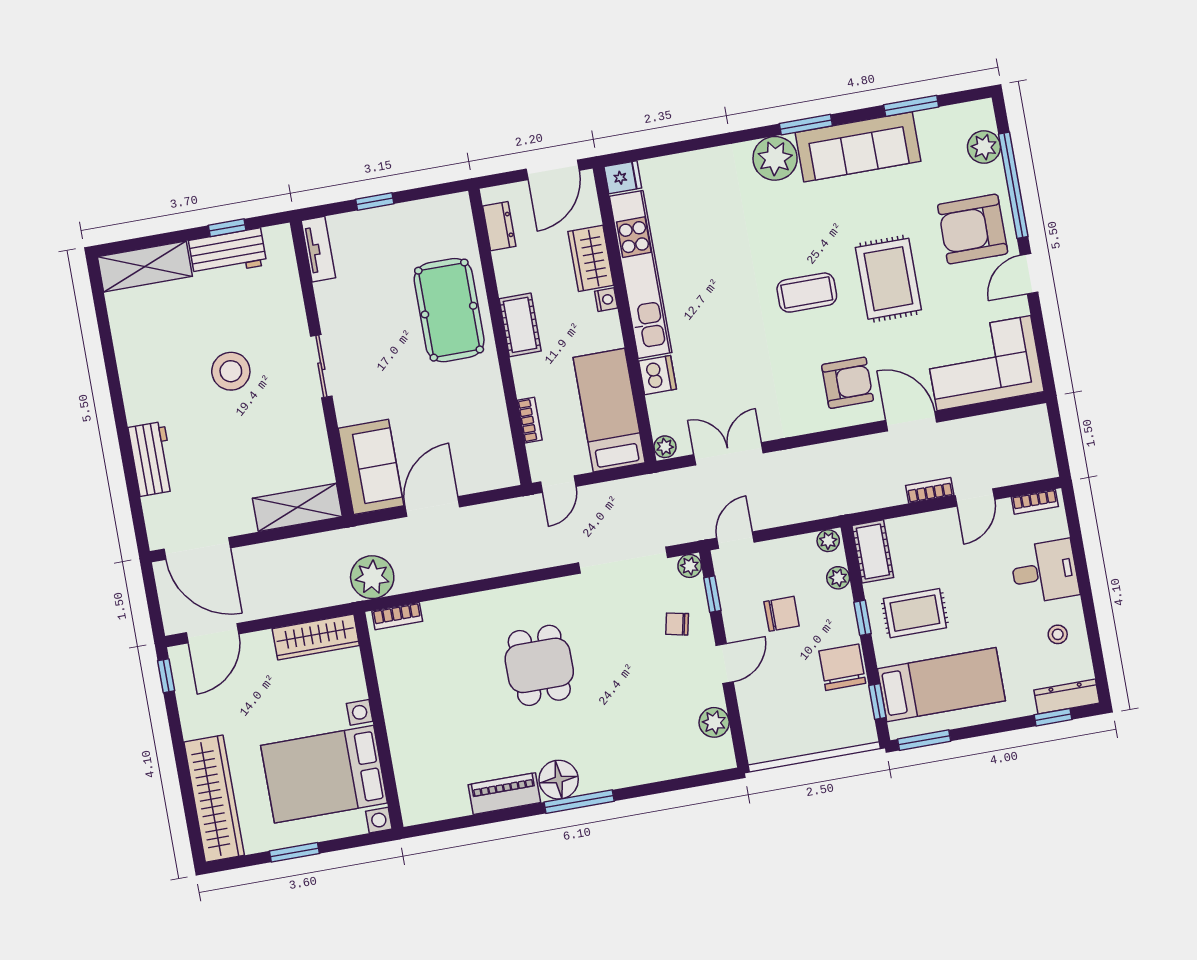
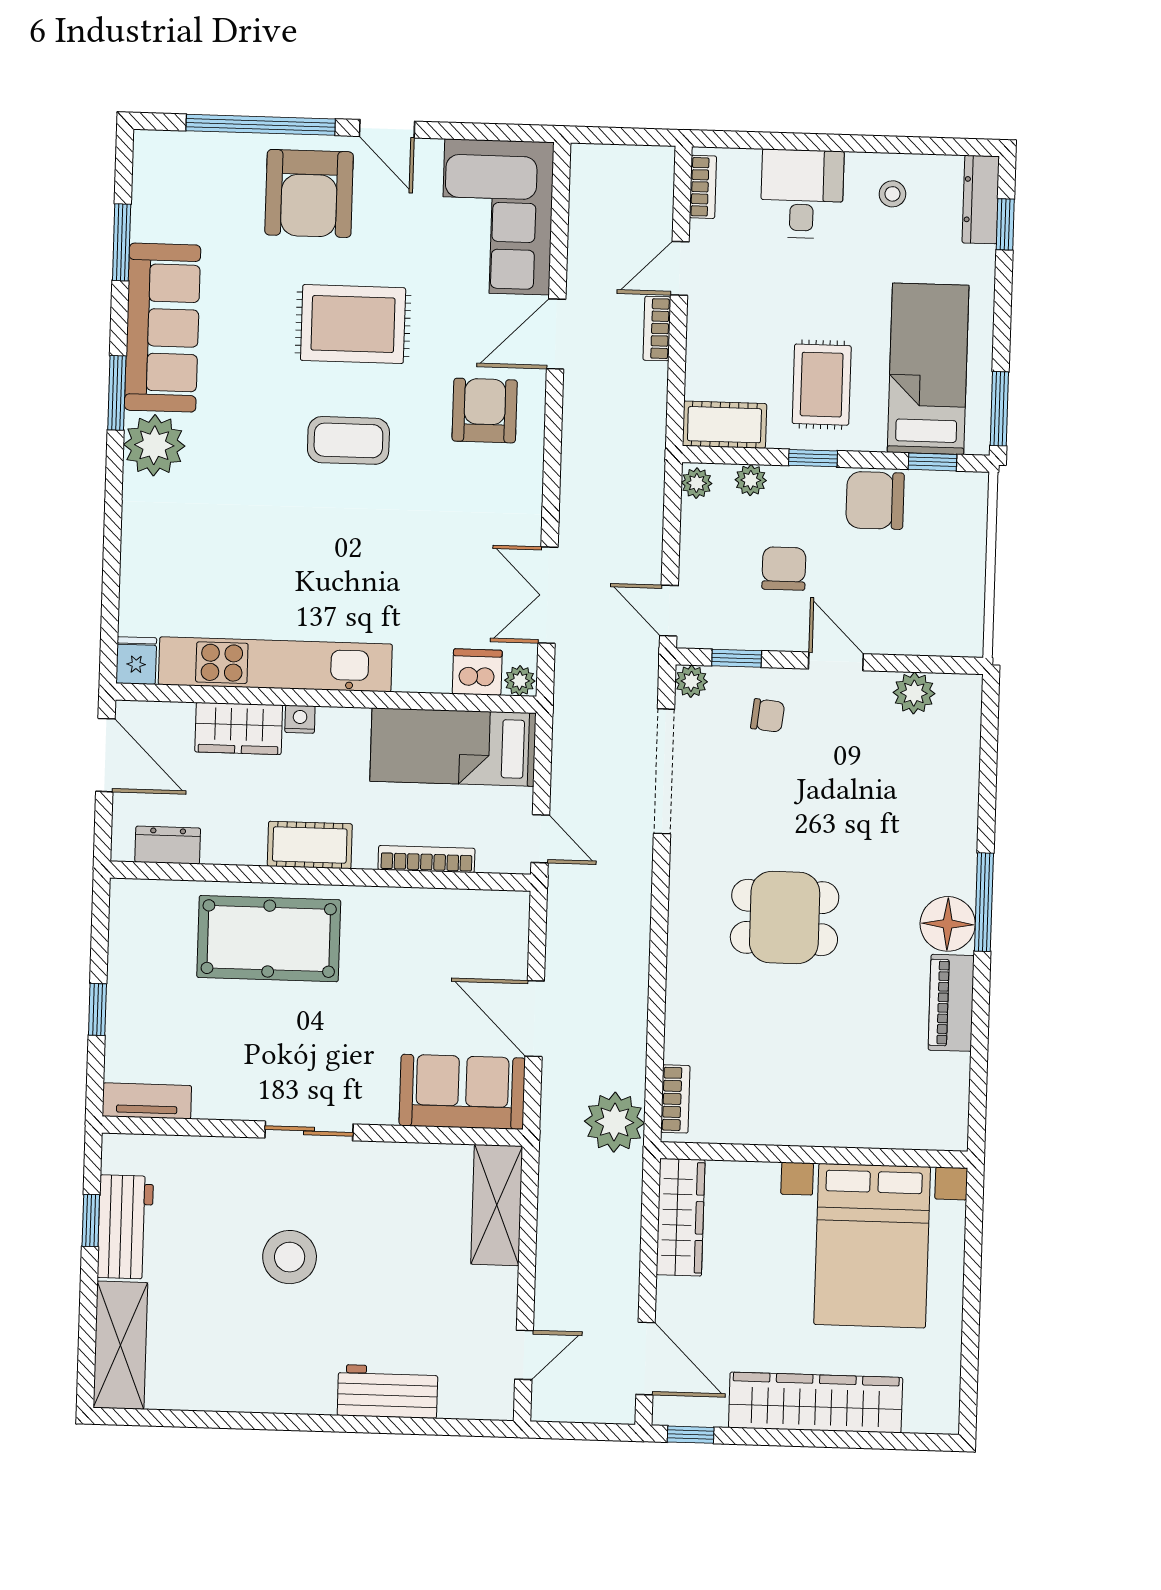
plant: (984, 147) -> (199, 154), removed
coffee table: (807, 293) -> (348, 440), turned 90
dishwasher: (658, 375) -> (477, 672), moved
bookcase: (530, 420) -> (426, 859), width x1.56
door: (975, 498) -> (680, 268), swing flipped
door: (197, 548) -> (524, 1355), width x0.53
chair: (677, 624) -> (768, 715), turned -96
wardrobe: (214, 799) -> (816, 1403), moved
window: (294, 852) -> (971, 1309), removed

